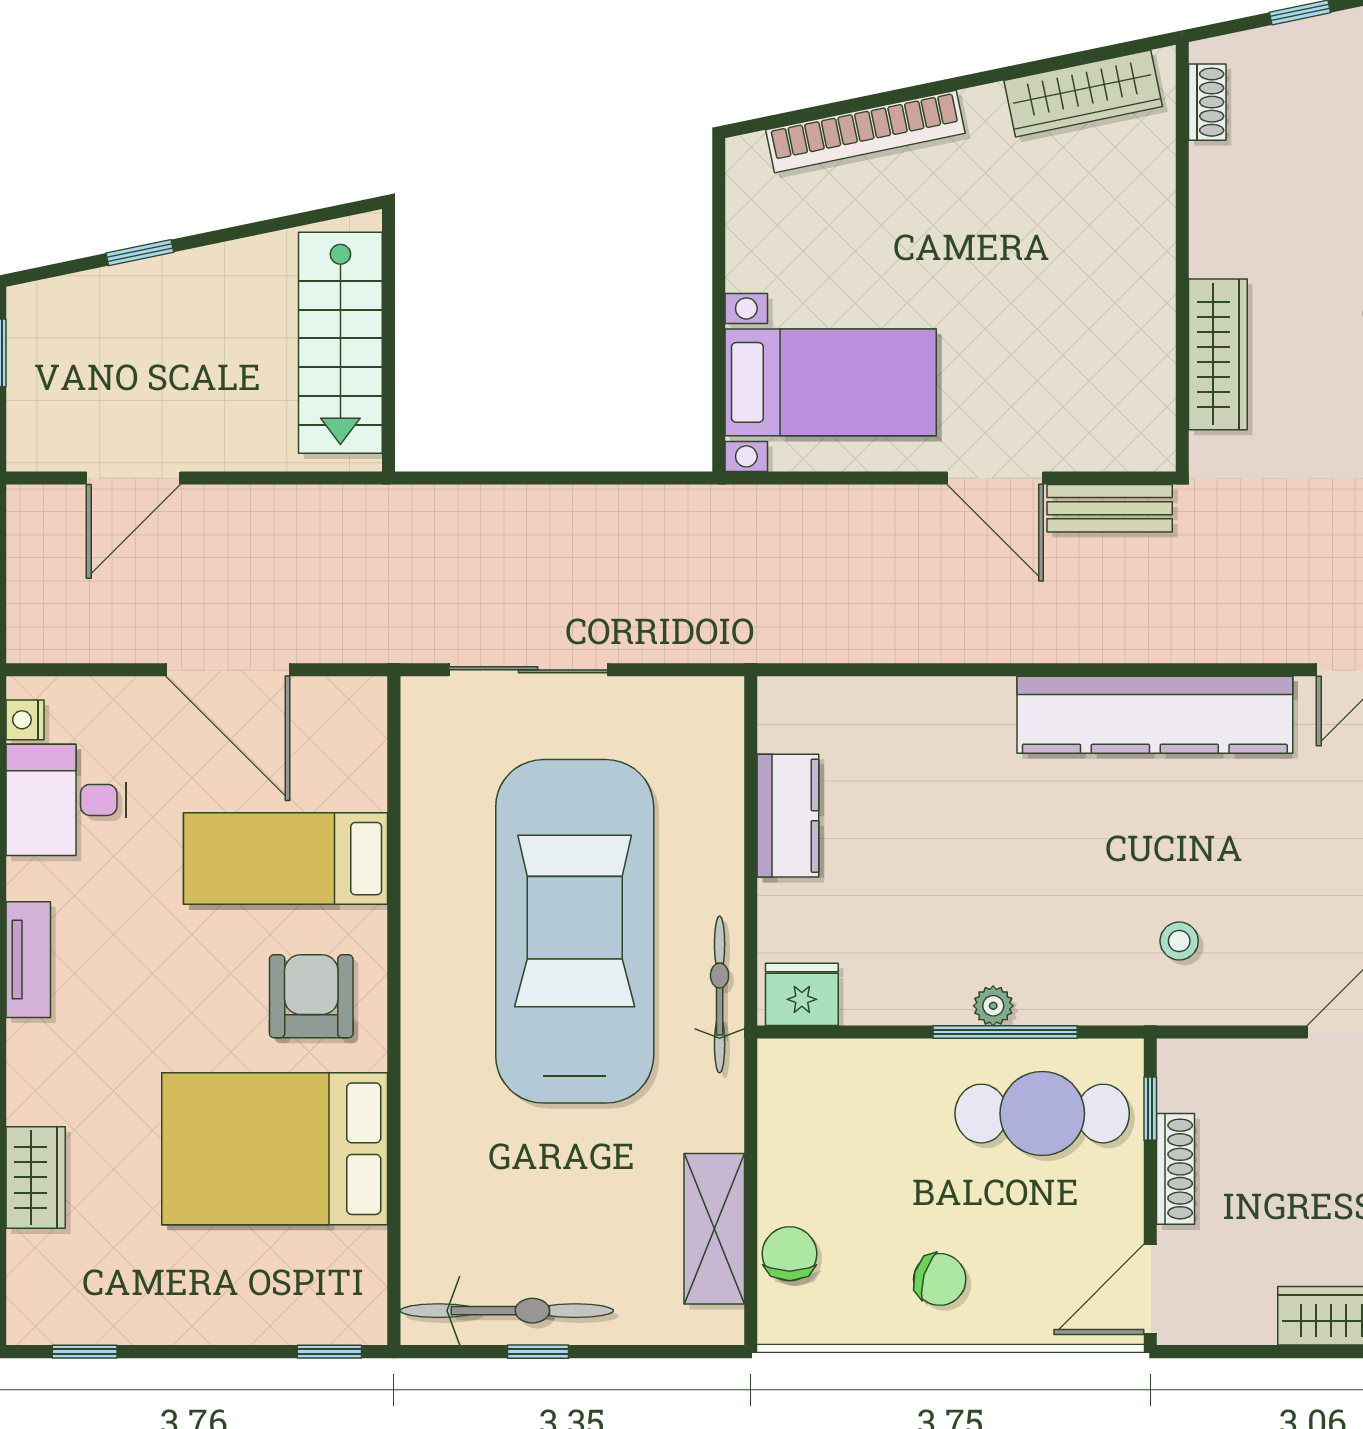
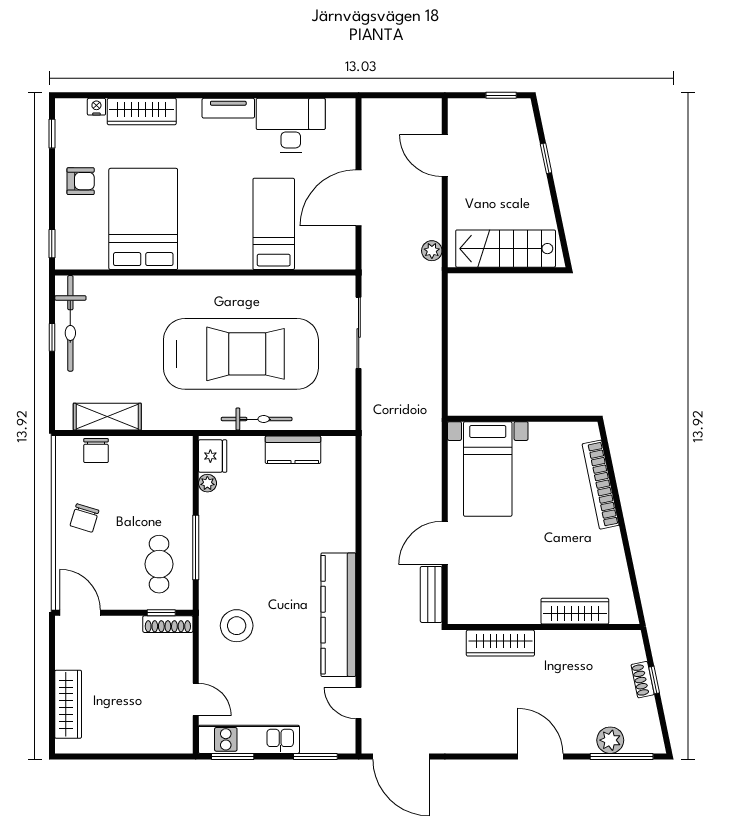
wardrobe: (1083, 93) -> (575, 611), moved, turned 102
shoe rack: (1207, 102) -> (643, 680), moved, turned 78
plant: (345, 507) -> (432, 251), added
nightstand: (25, 720) -> (96, 107), moved
desk: (66, 800) -> (291, 125), width x1.37
stool: (1179, 941) -> (237, 626), width x1.89, depth x1.89
bicycle: (720, 994) -> (257, 419), moved
armchair: (311, 996) -> (81, 181), moved, width x0.72, depth x0.72
plant: (993, 1006) -> (207, 483), moved
cafe table: (1042, 1114) -> (159, 564), width x0.73, depth x0.74
shoe rack: (1176, 1169) -> (168, 624), moved
wardrobe: (36, 1177) -> (142, 112), width x1.50
chair: (790, 1254) -> (96, 450), turned 90

